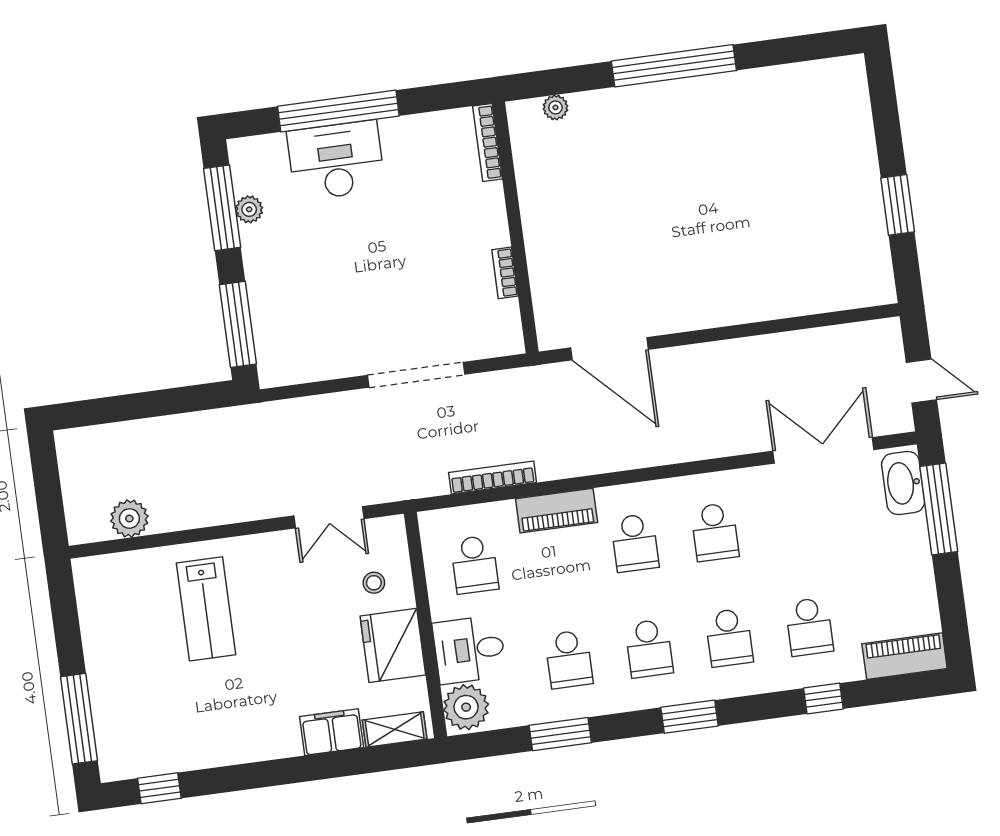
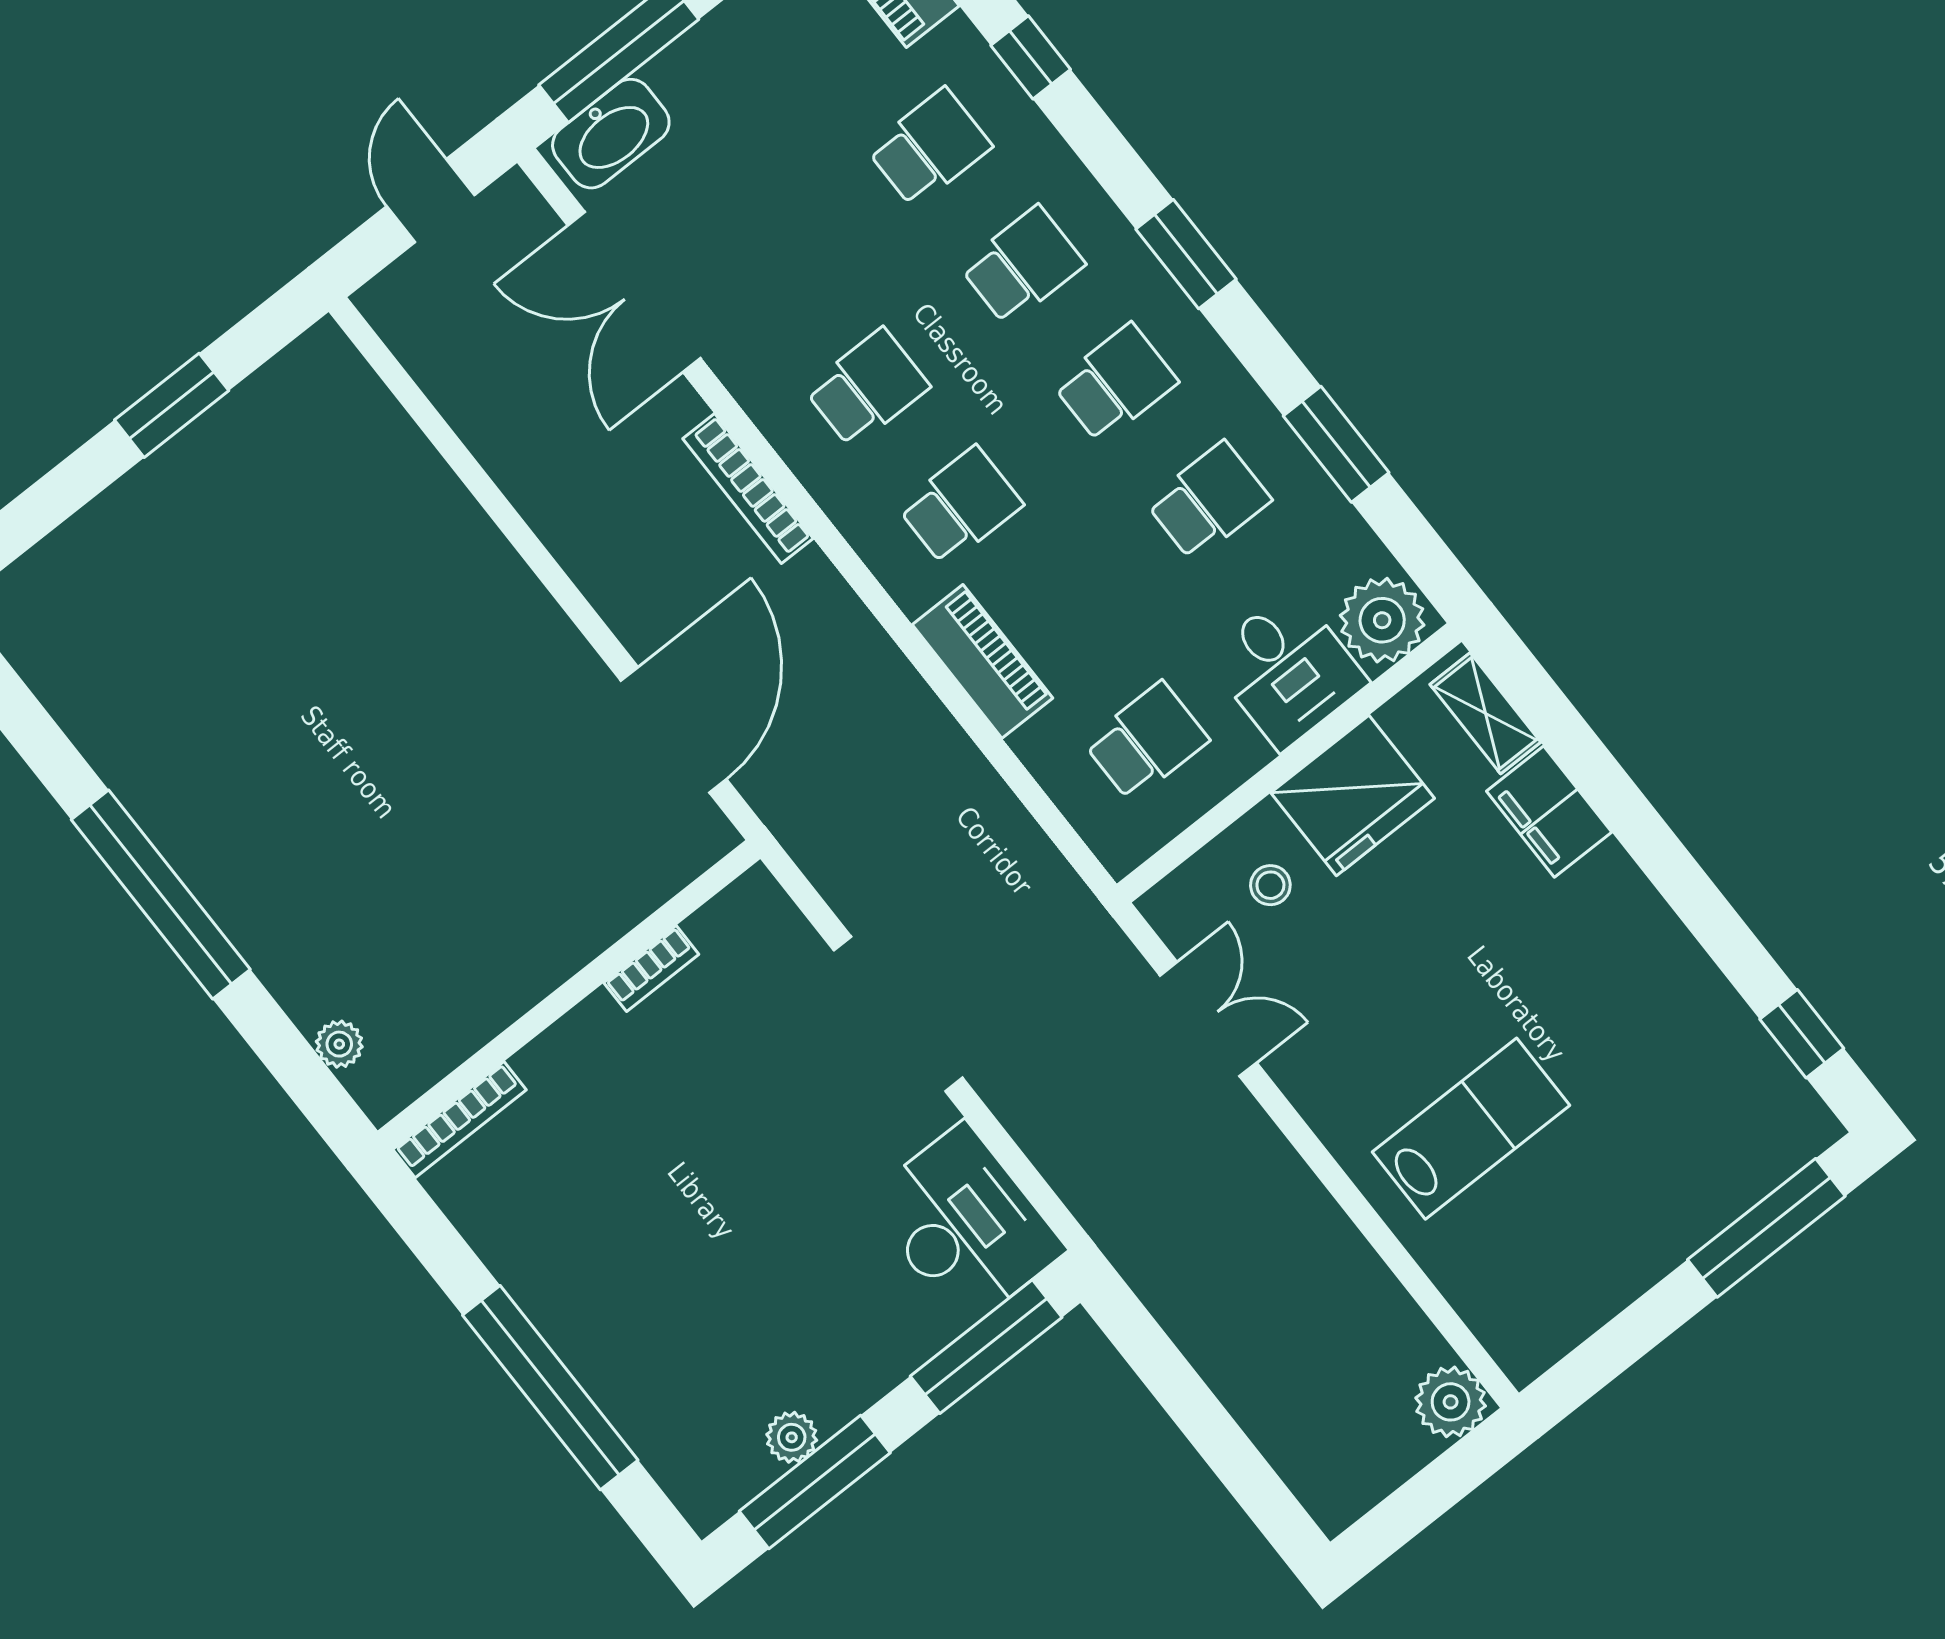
desk: (336, 160) -> (965, 1225), moved, turned 180
bookcase: (493, 477) -> (748, 488), moved
plant: (129, 519) -> (1451, 1402), moved

